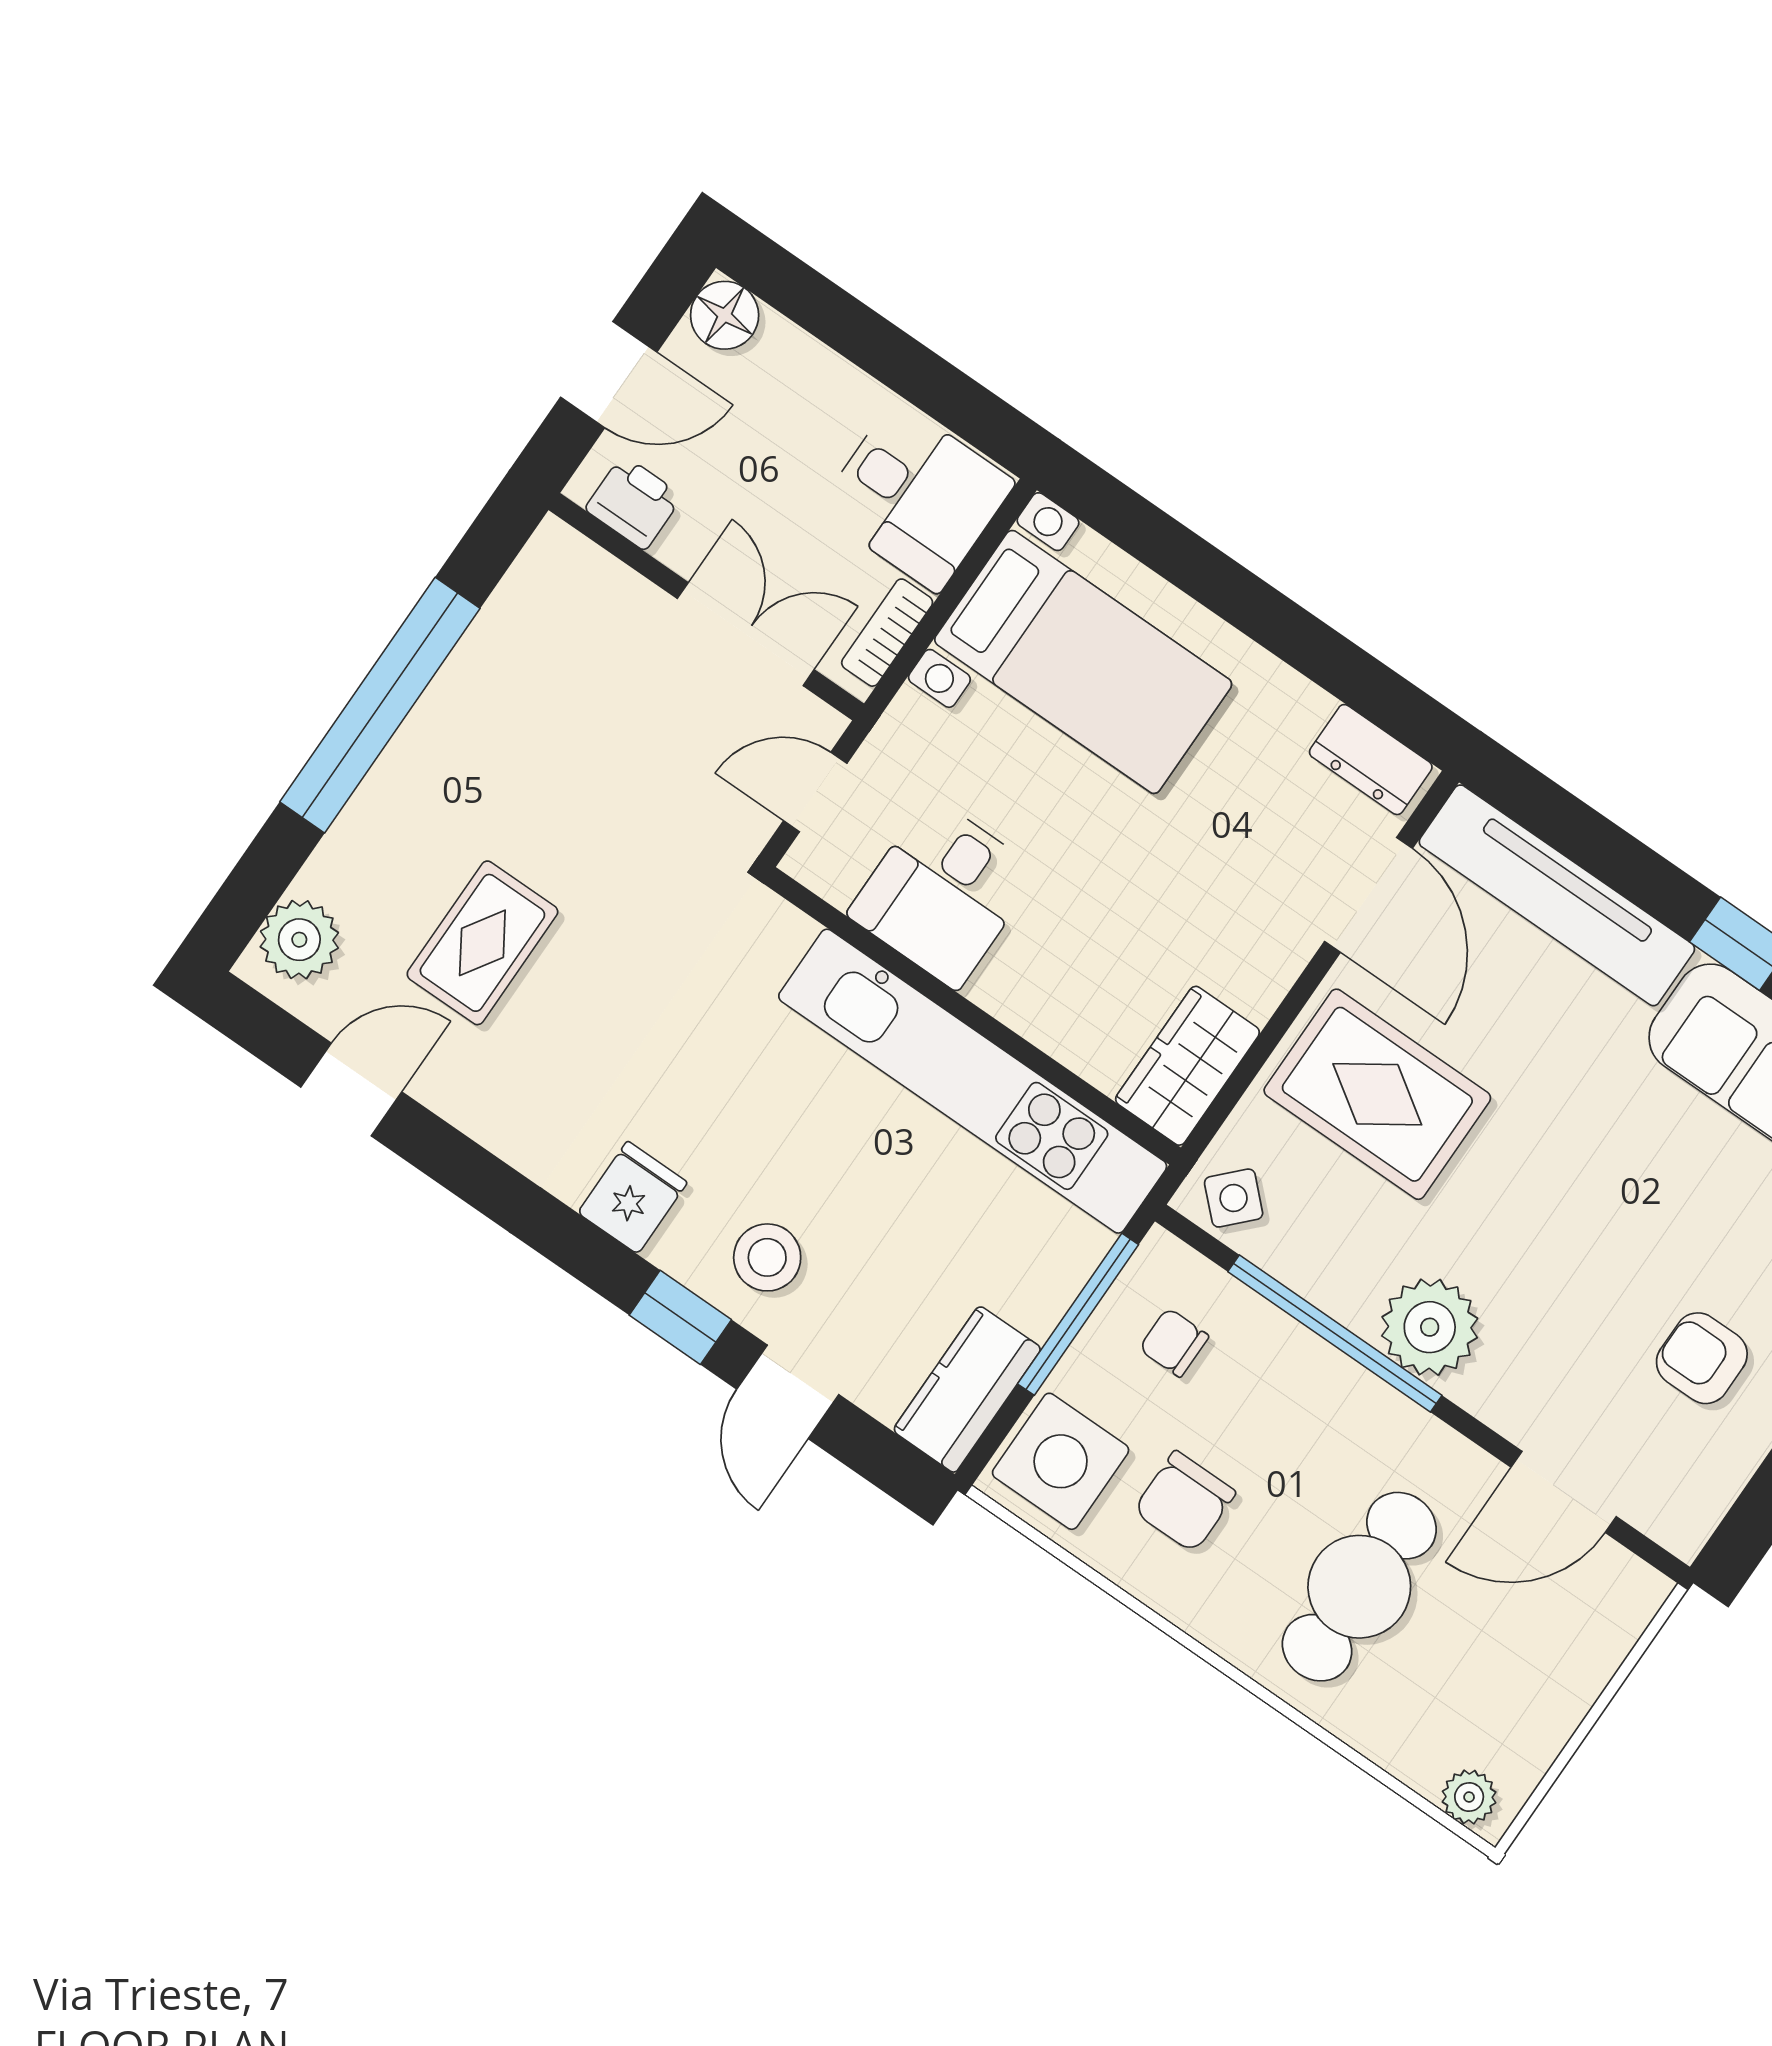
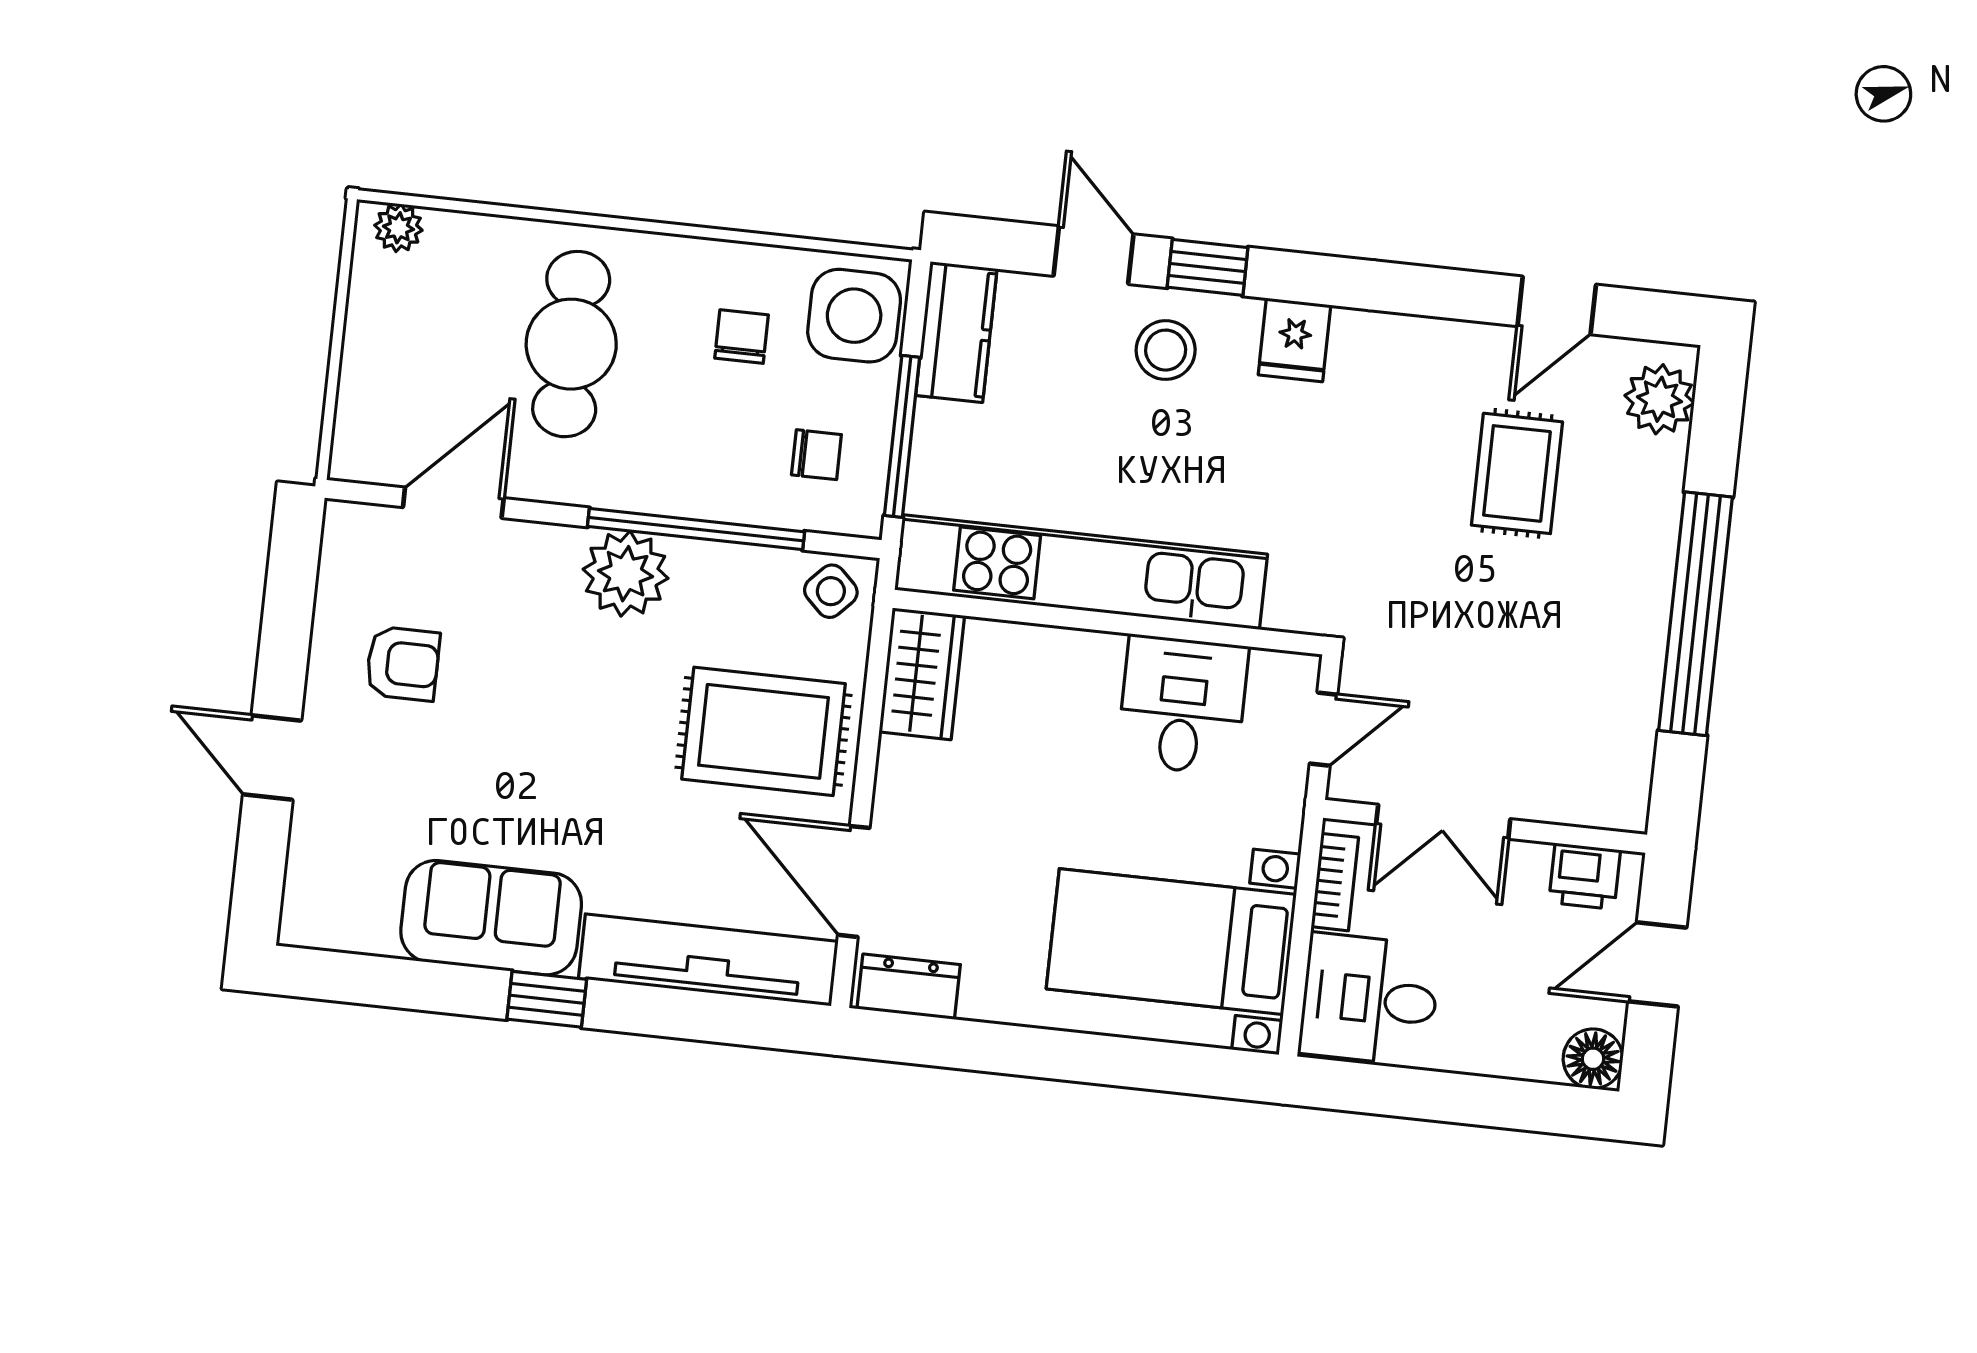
chair: (1185, 1502) -> (742, 337), width x0.73, depth x0.73

